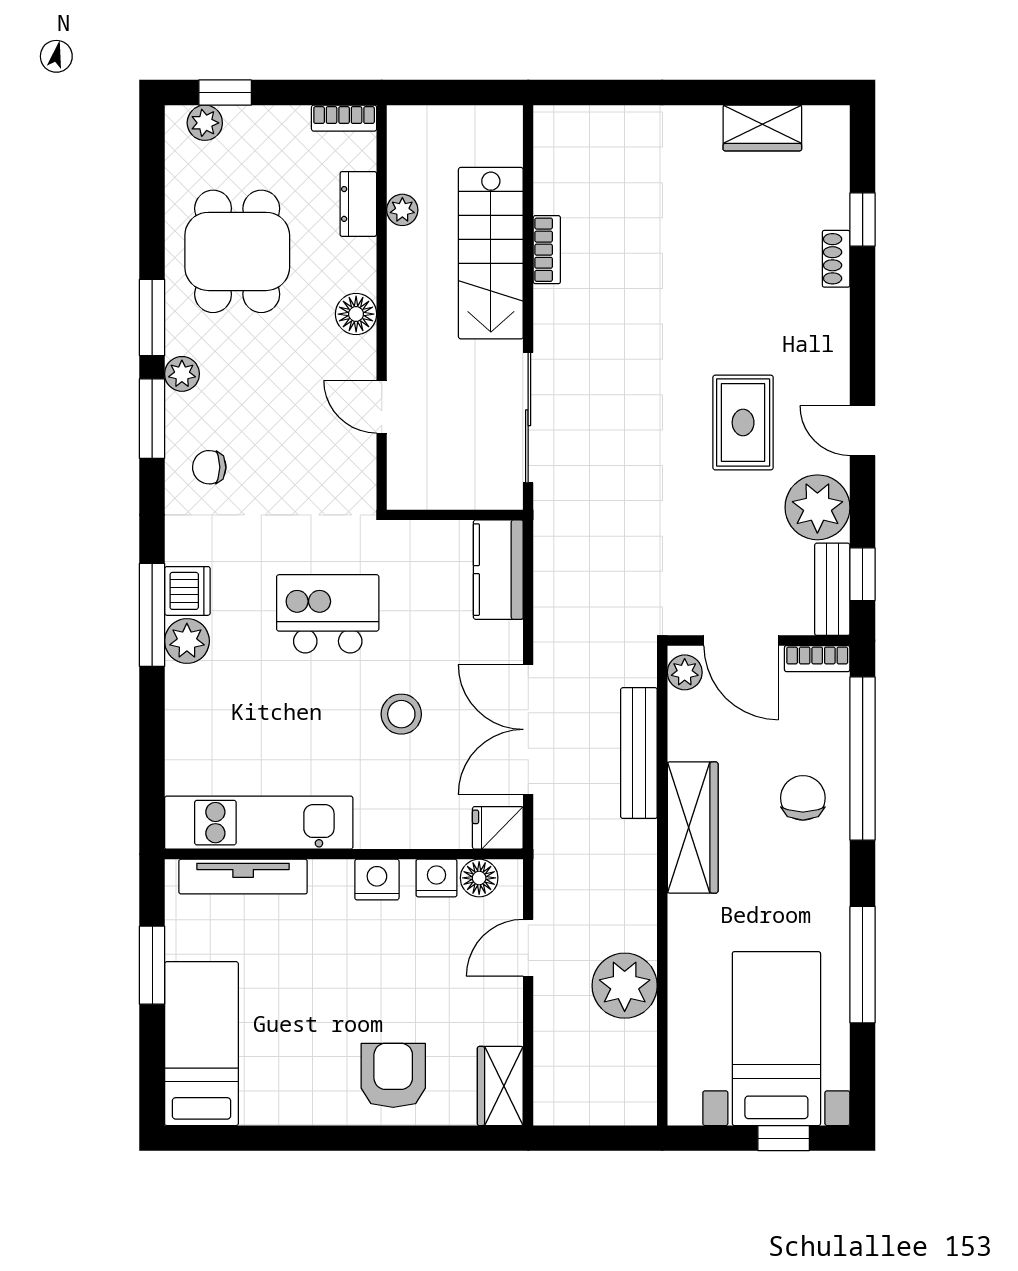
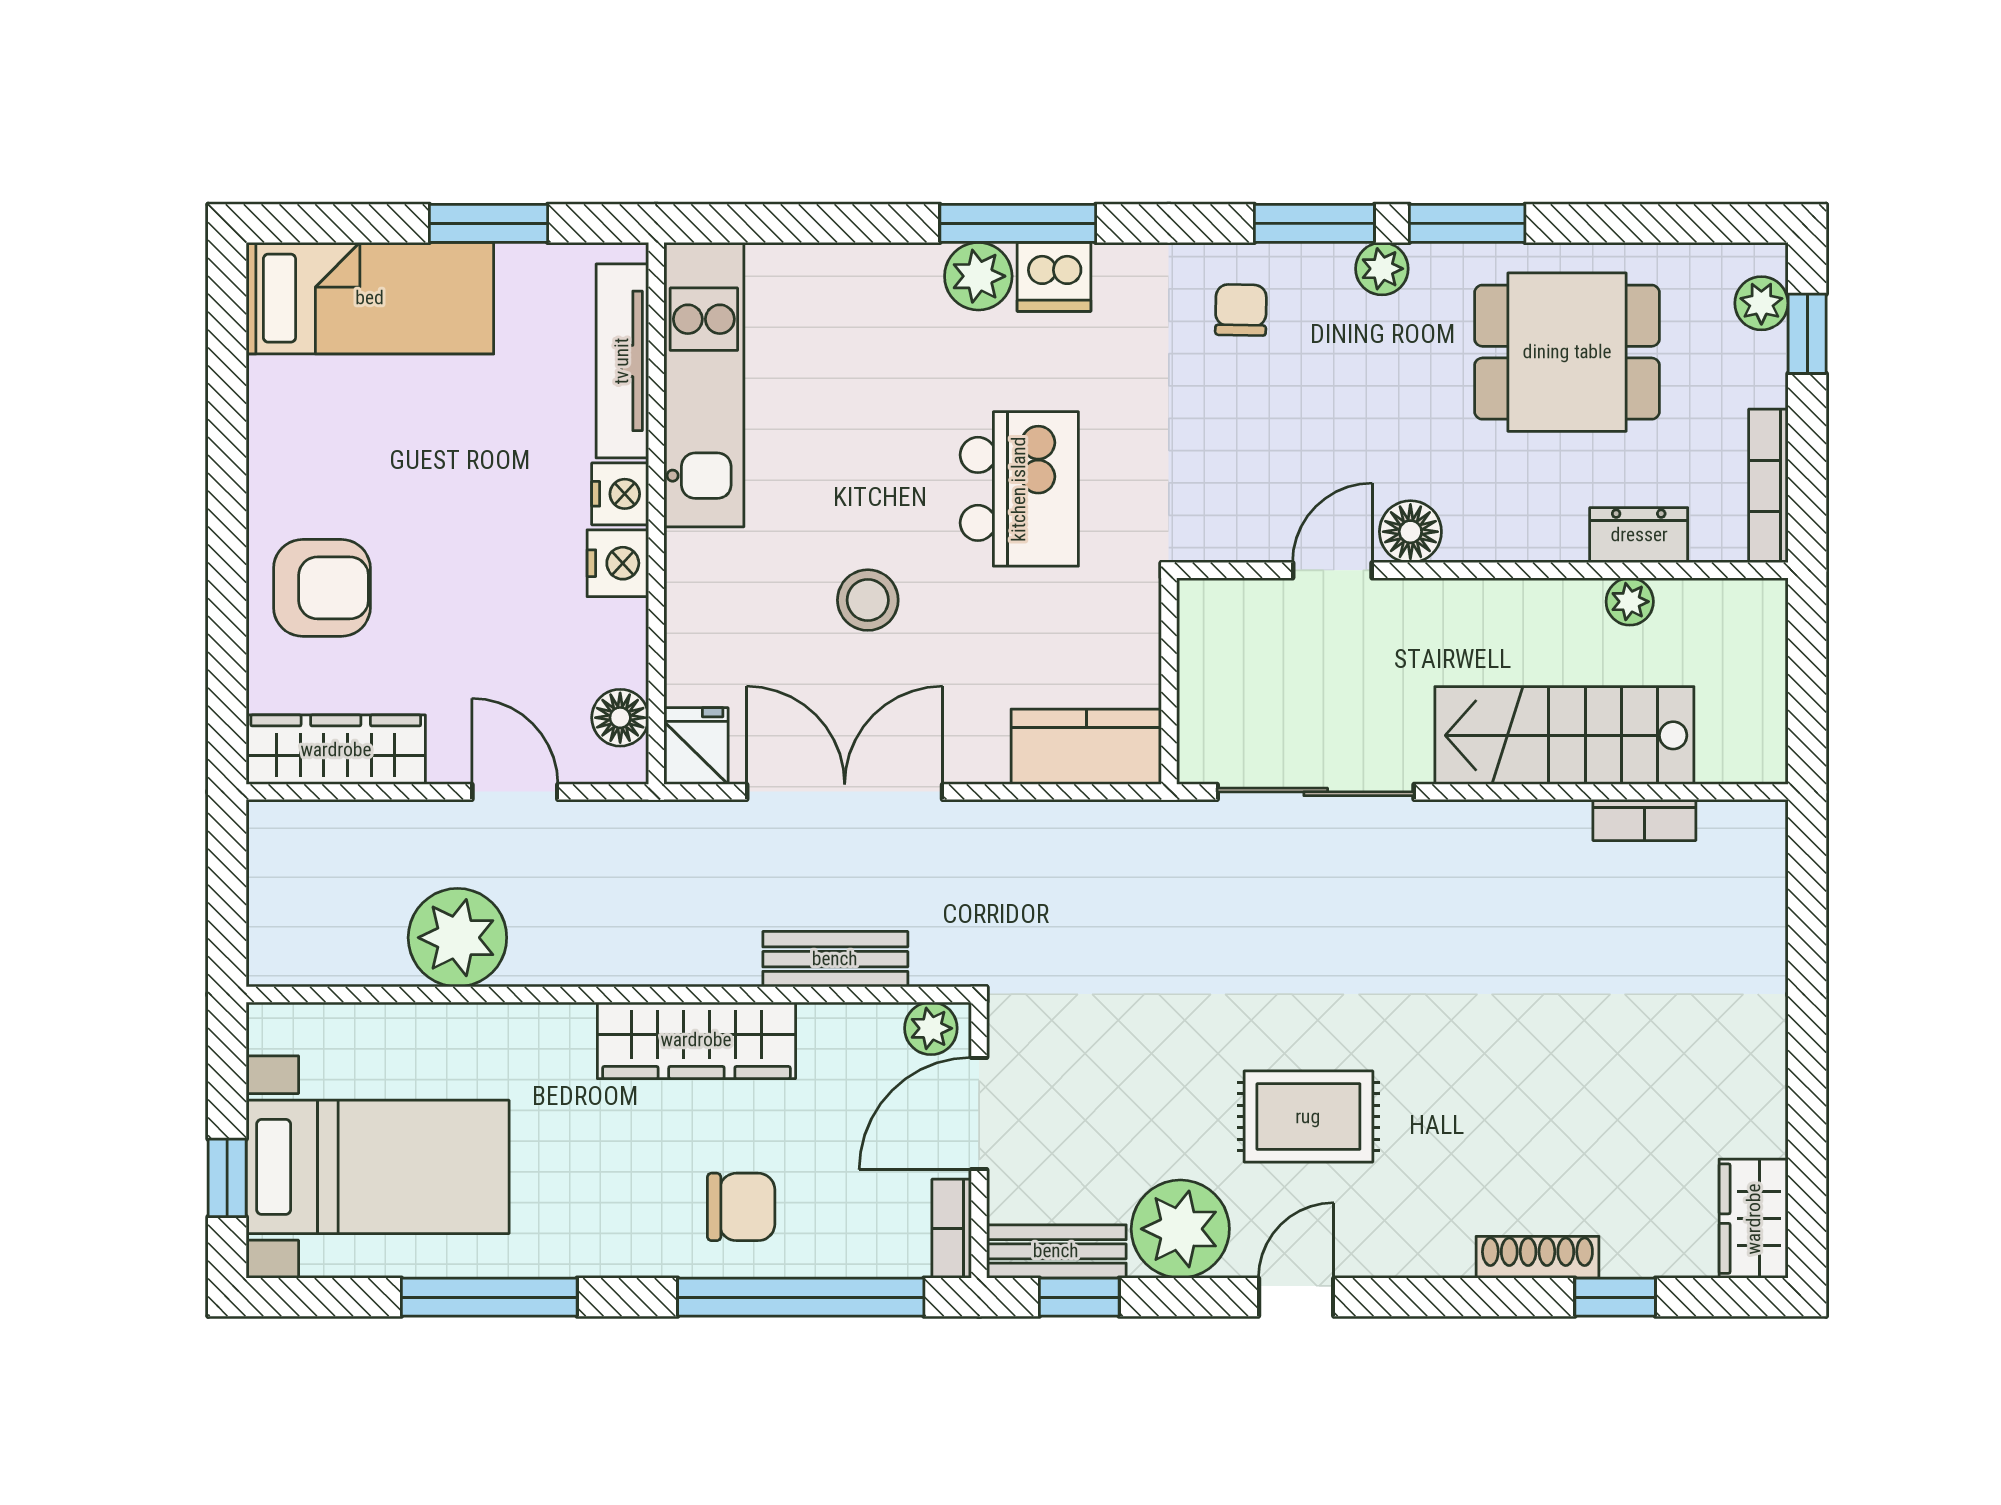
bookcase: (344, 118) -> (1768, 486), width x1.56
wardrobe: (762, 128) -> (1754, 1219), moved
bookcase: (547, 250) -> (1644, 820), moved
shoe rack: (836, 259) -> (1537, 1257), width x1.43
floor lamp: (356, 314) -> (1410, 532), moved
bench: (639, 753) -> (835, 959), width x0.73
nightstand: (437, 878) -> (620, 494), moved
wardrobe: (500, 1086) -> (336, 750), width x1.50

